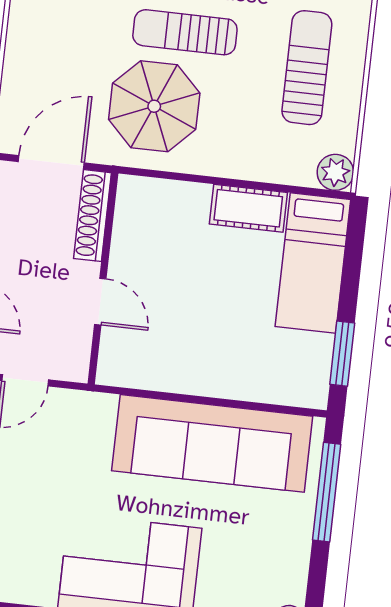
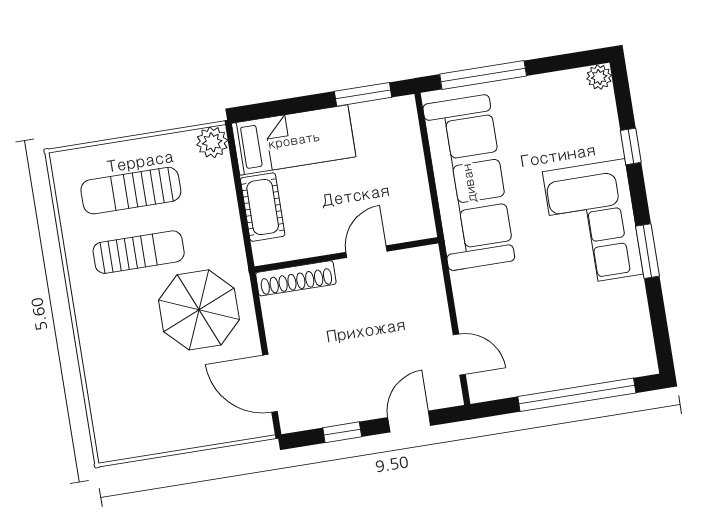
sun lounger: (185, 32) -> (139, 252), moved, turned -90
shoe rack: (93, 216) -> (296, 278), moved
wall: (103, 278) -> (346, 255), moved
door: (100, 302) -> (366, 252), moved

